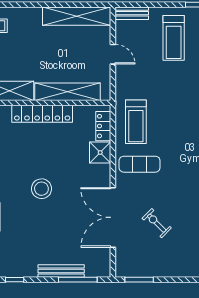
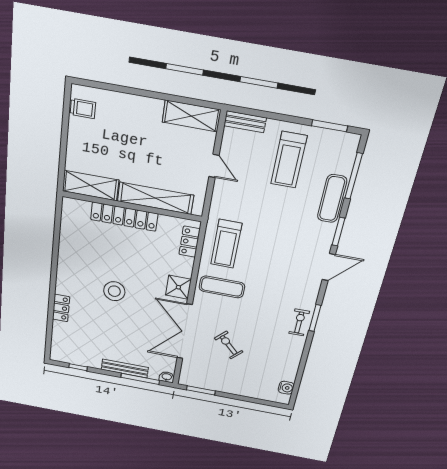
shelving: (77, 16) -> (191, 116), width x0.68
shower: (100, 153) -> (178, 287), moved
washbasin: (103, 272) -> (167, 377), added

